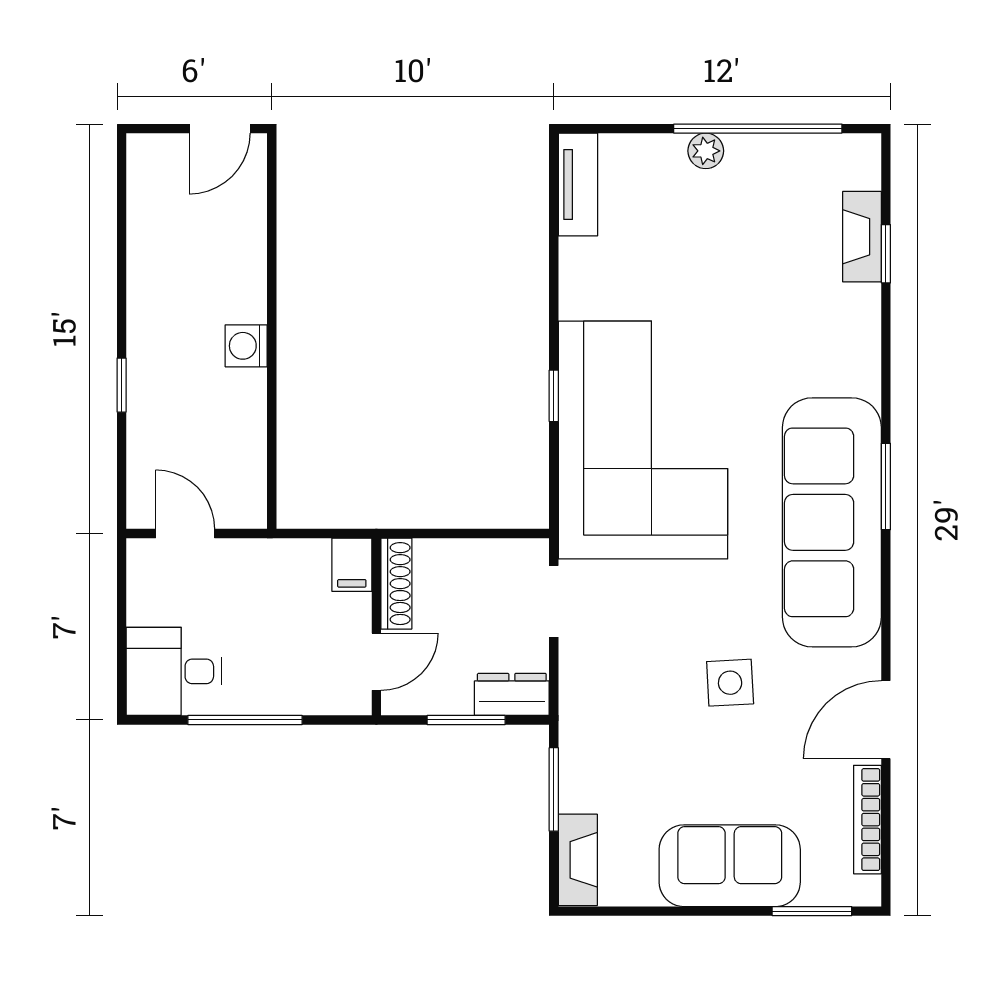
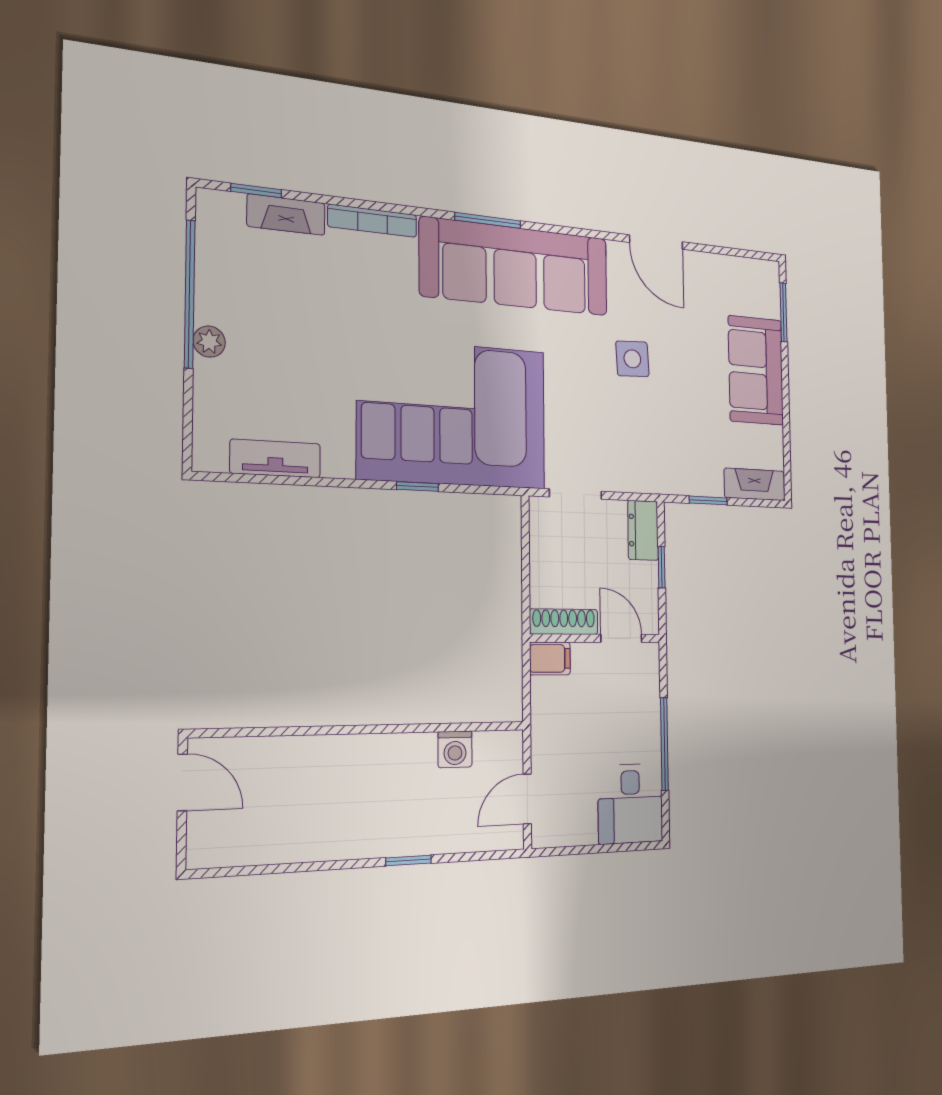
tv unit: (578, 185) -> (275, 458), moved
window: (886, 254) -> (256, 191), moved
washing machine: (246, 346) -> (455, 749), moved
window: (466, 720) -> (662, 567), width x0.67
window: (554, 789) -> (708, 500), width x0.67
bookcase: (867, 820) -> (372, 221), moved

